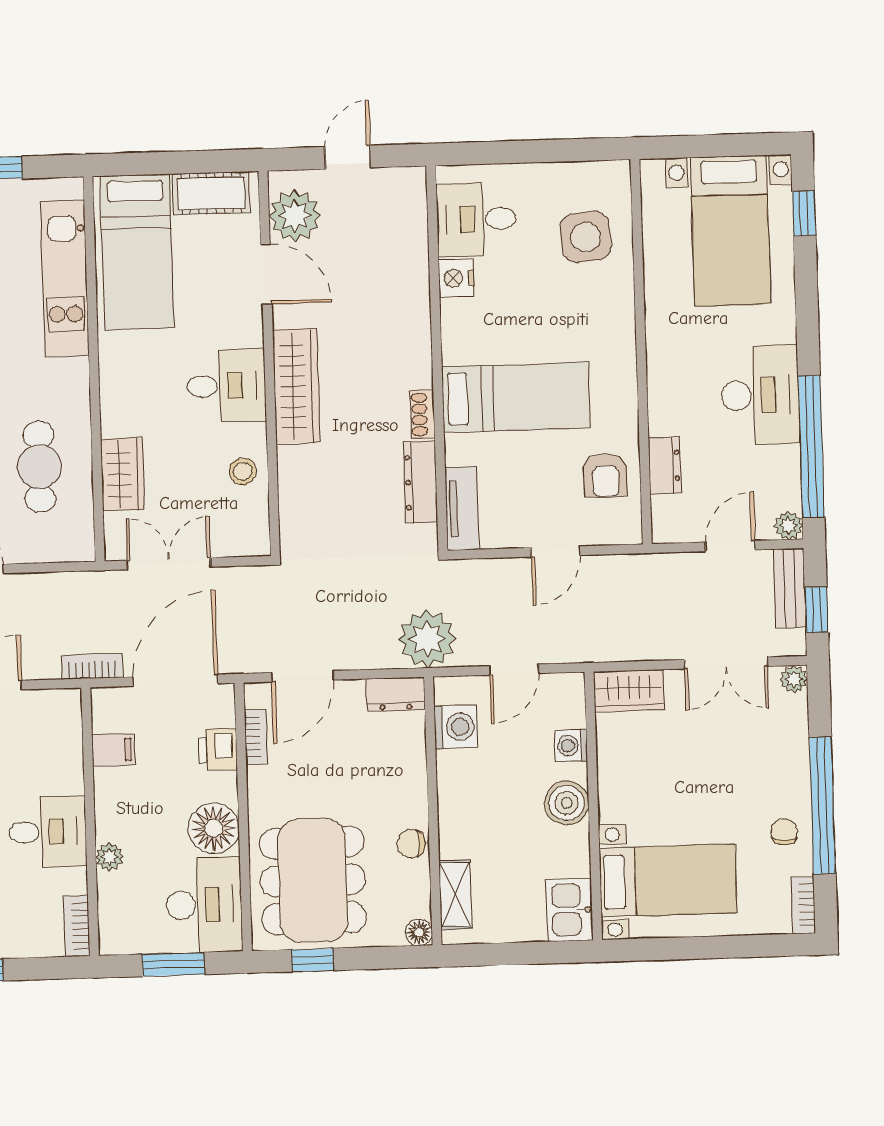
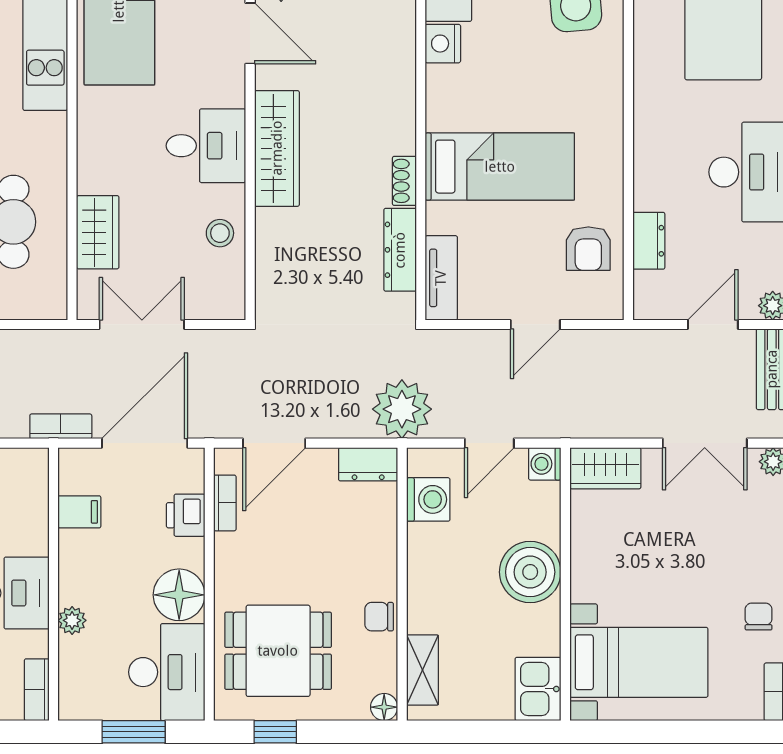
washing machine: (571, 746) -> (545, 464), moved
boiler: (567, 803) -> (530, 572), width x1.37, depth x1.37
dining table: (313, 880) -> (278, 651), width x0.73

